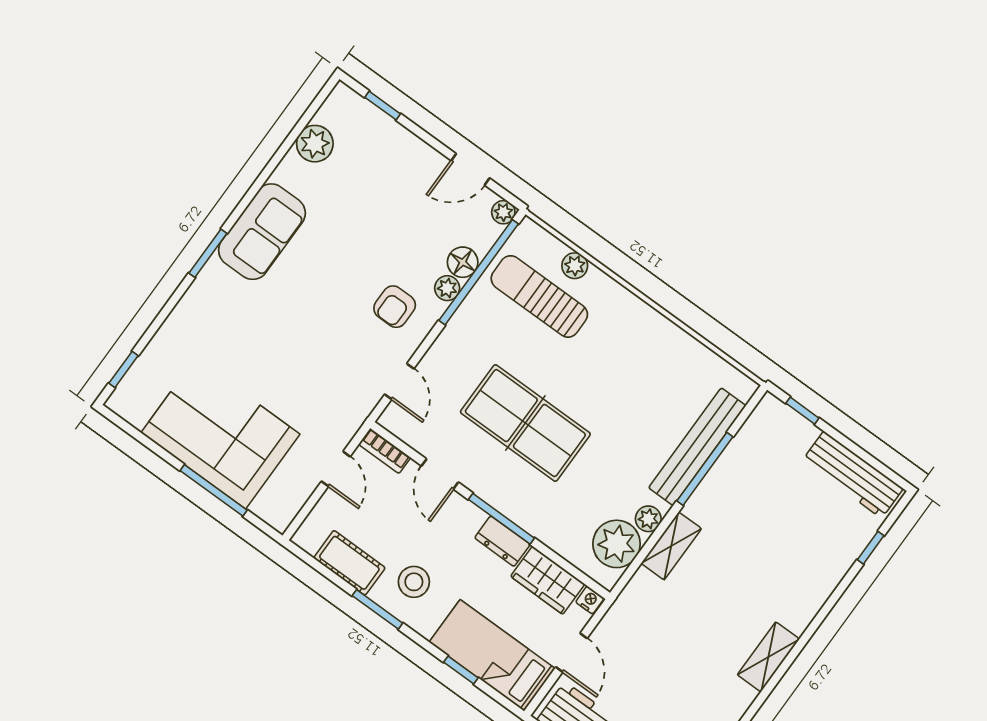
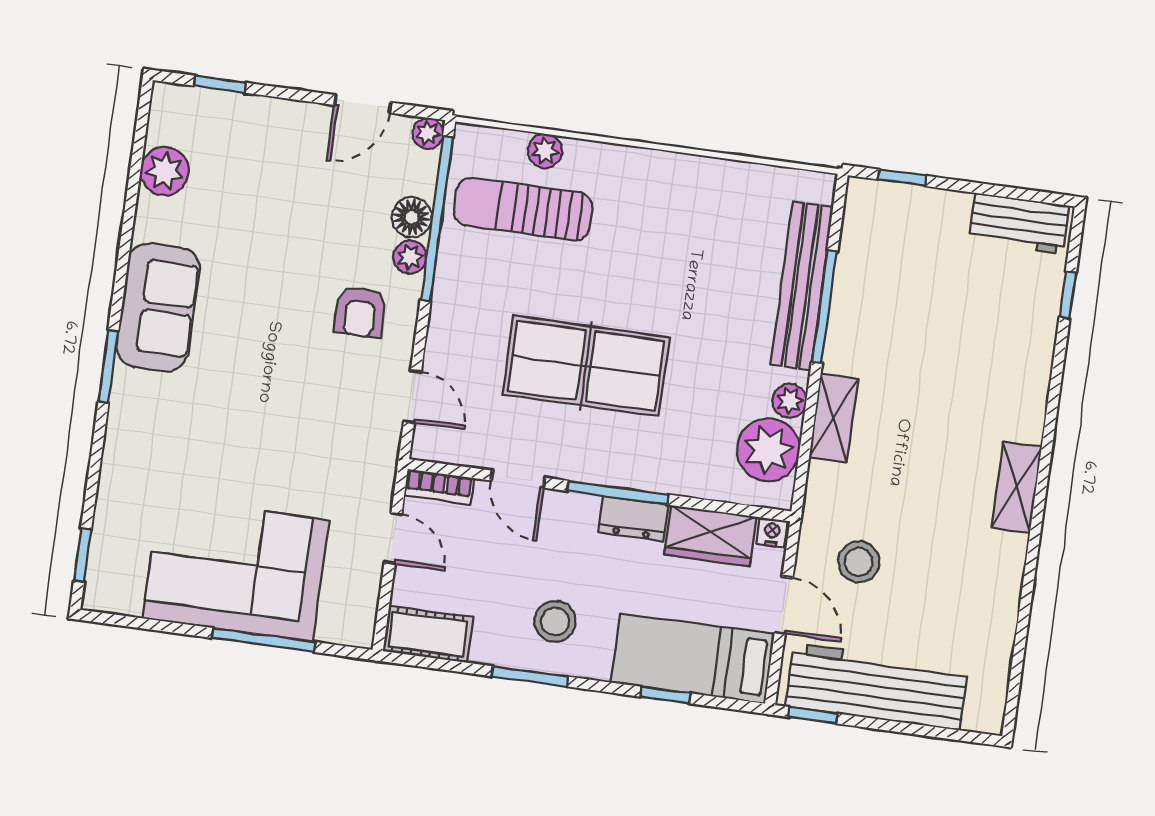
workbench: (853, 475) -> (1019, 223), width x0.73
cot: (349, 563) -> (428, 634), moved
stool: (637, 650) -> (859, 562), added

